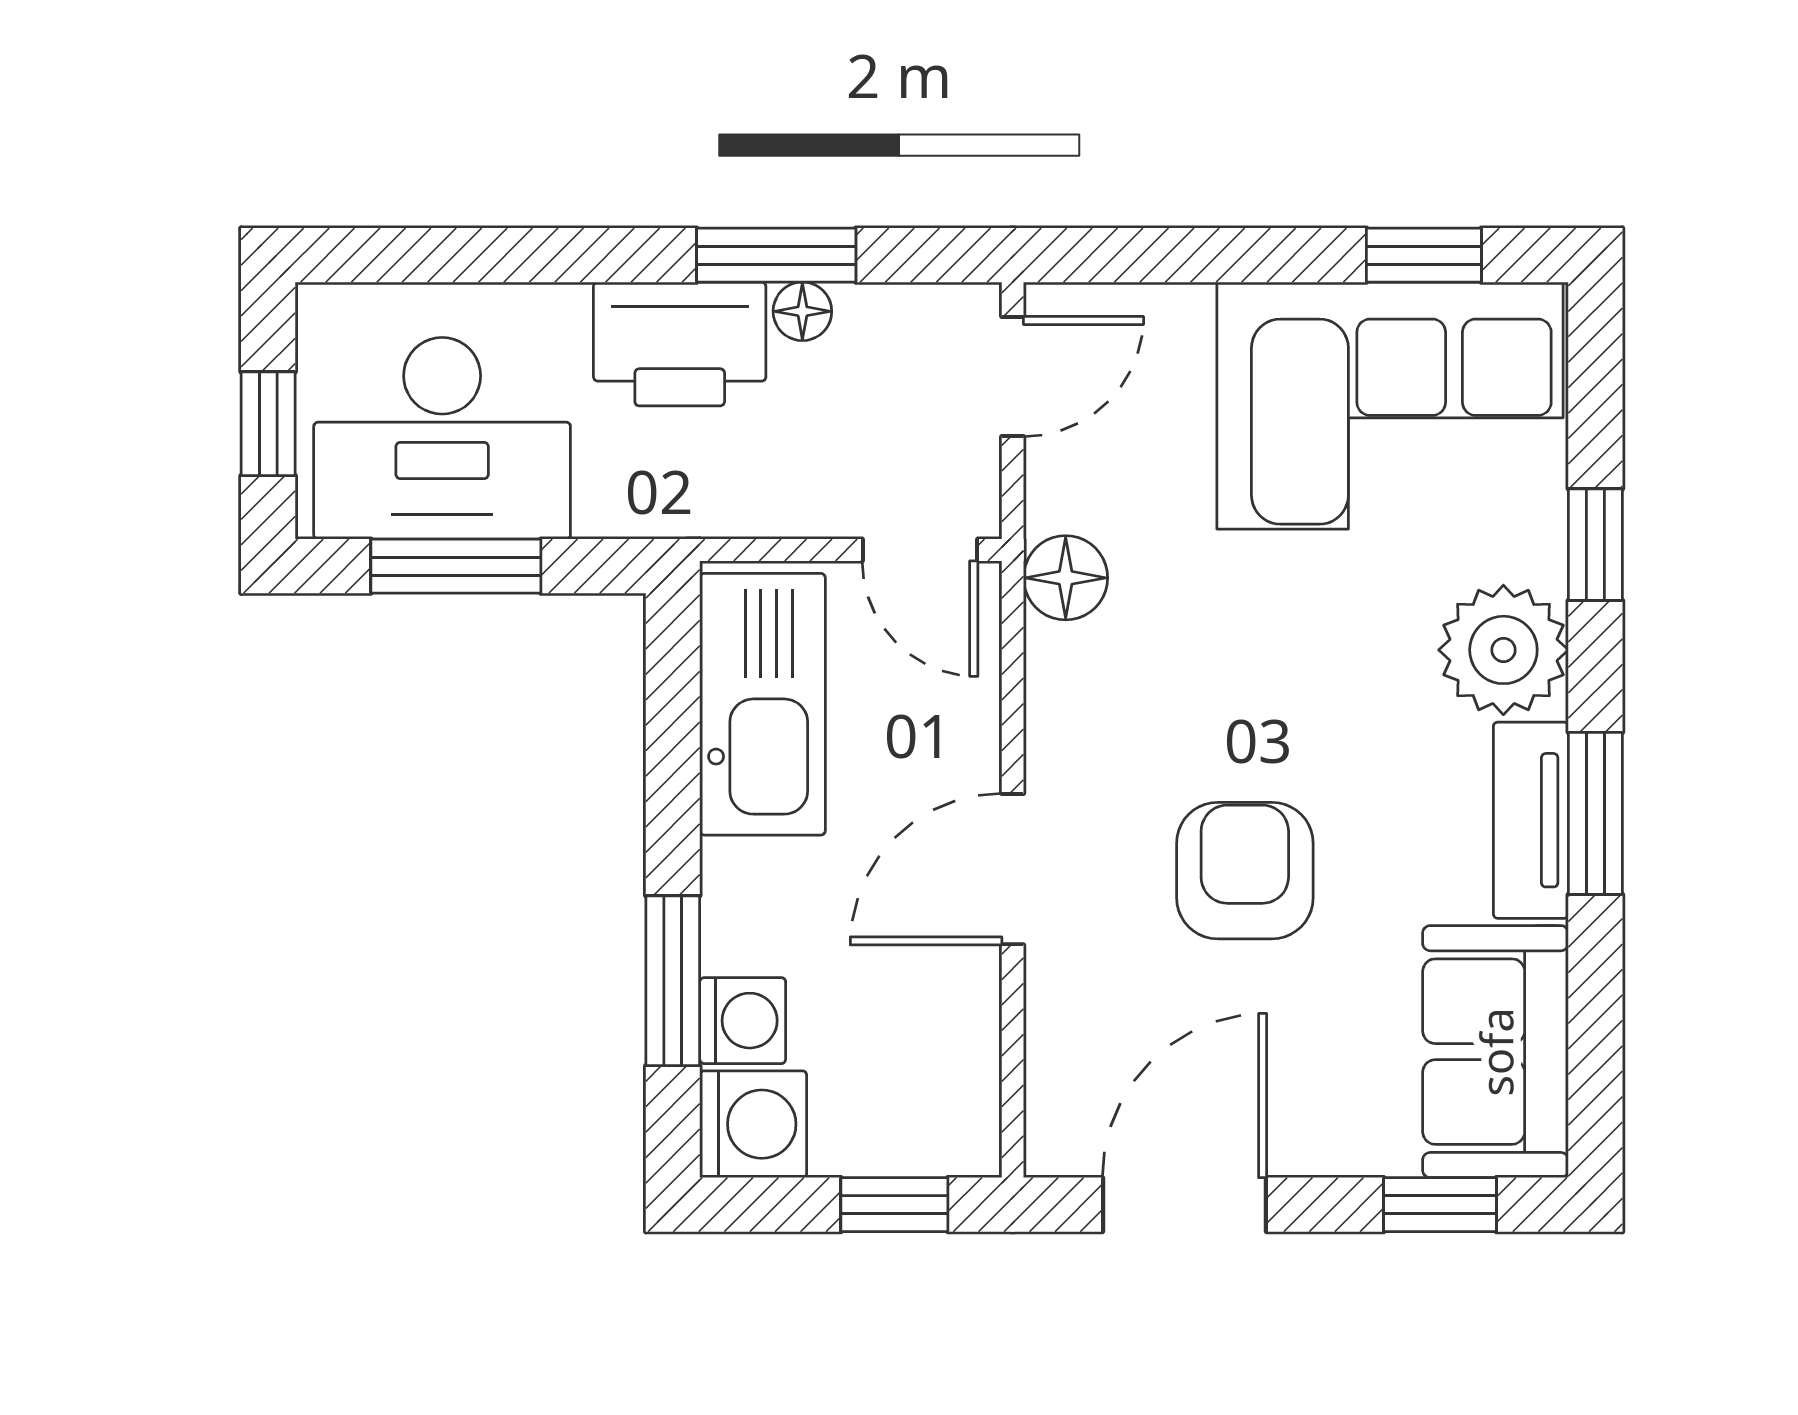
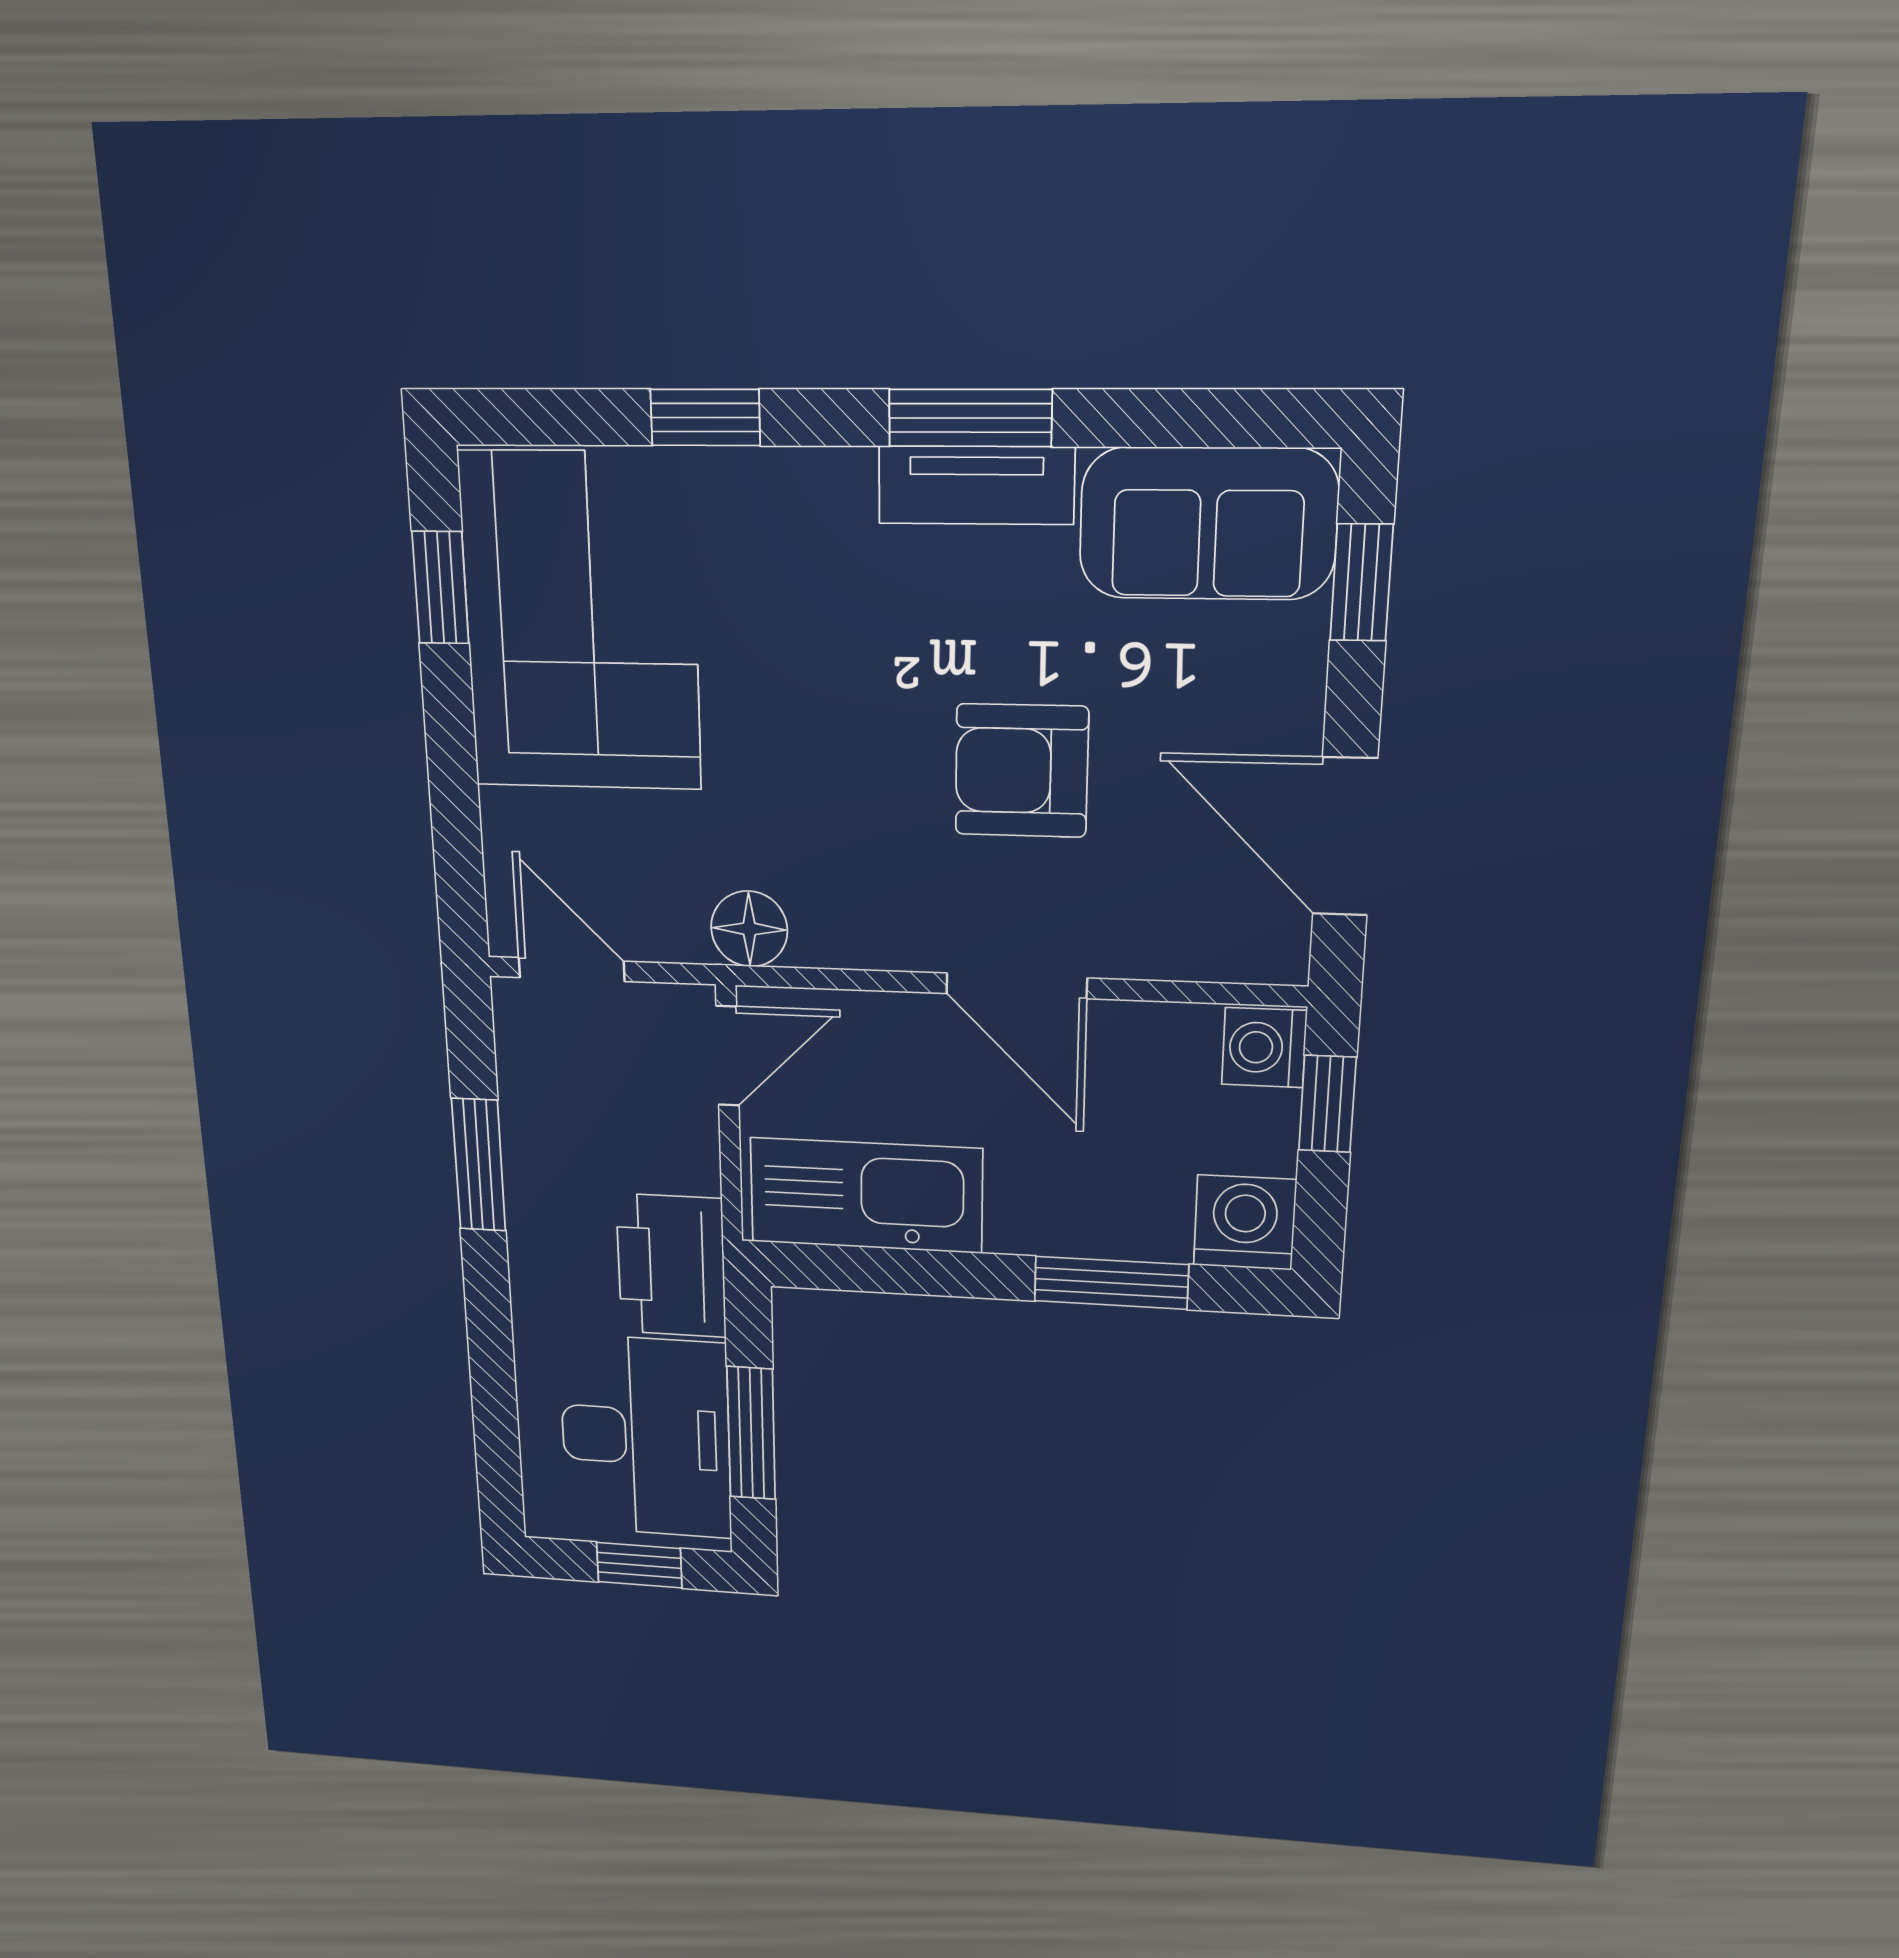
floor lamp: (802, 311) -> (525, 1146), removed
printer: (680, 344) -> (671, 1266), moved, turned 180
plant: (1503, 650) -> (809, 512), removed
washing machine: (743, 1021) -> (1264, 1048), moved, turned -90

